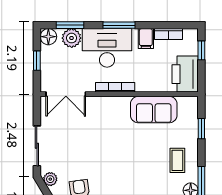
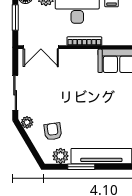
window: (37, 61) -> (15, 18), width x1.50

